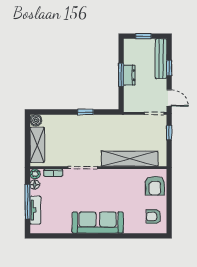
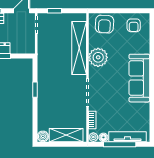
plant: (120, 179) -> (98, 57), added
armchair: (155, 186) -> (104, 24), turned 93
tv unit: (35, 210) -> (127, 137), width x1.41

